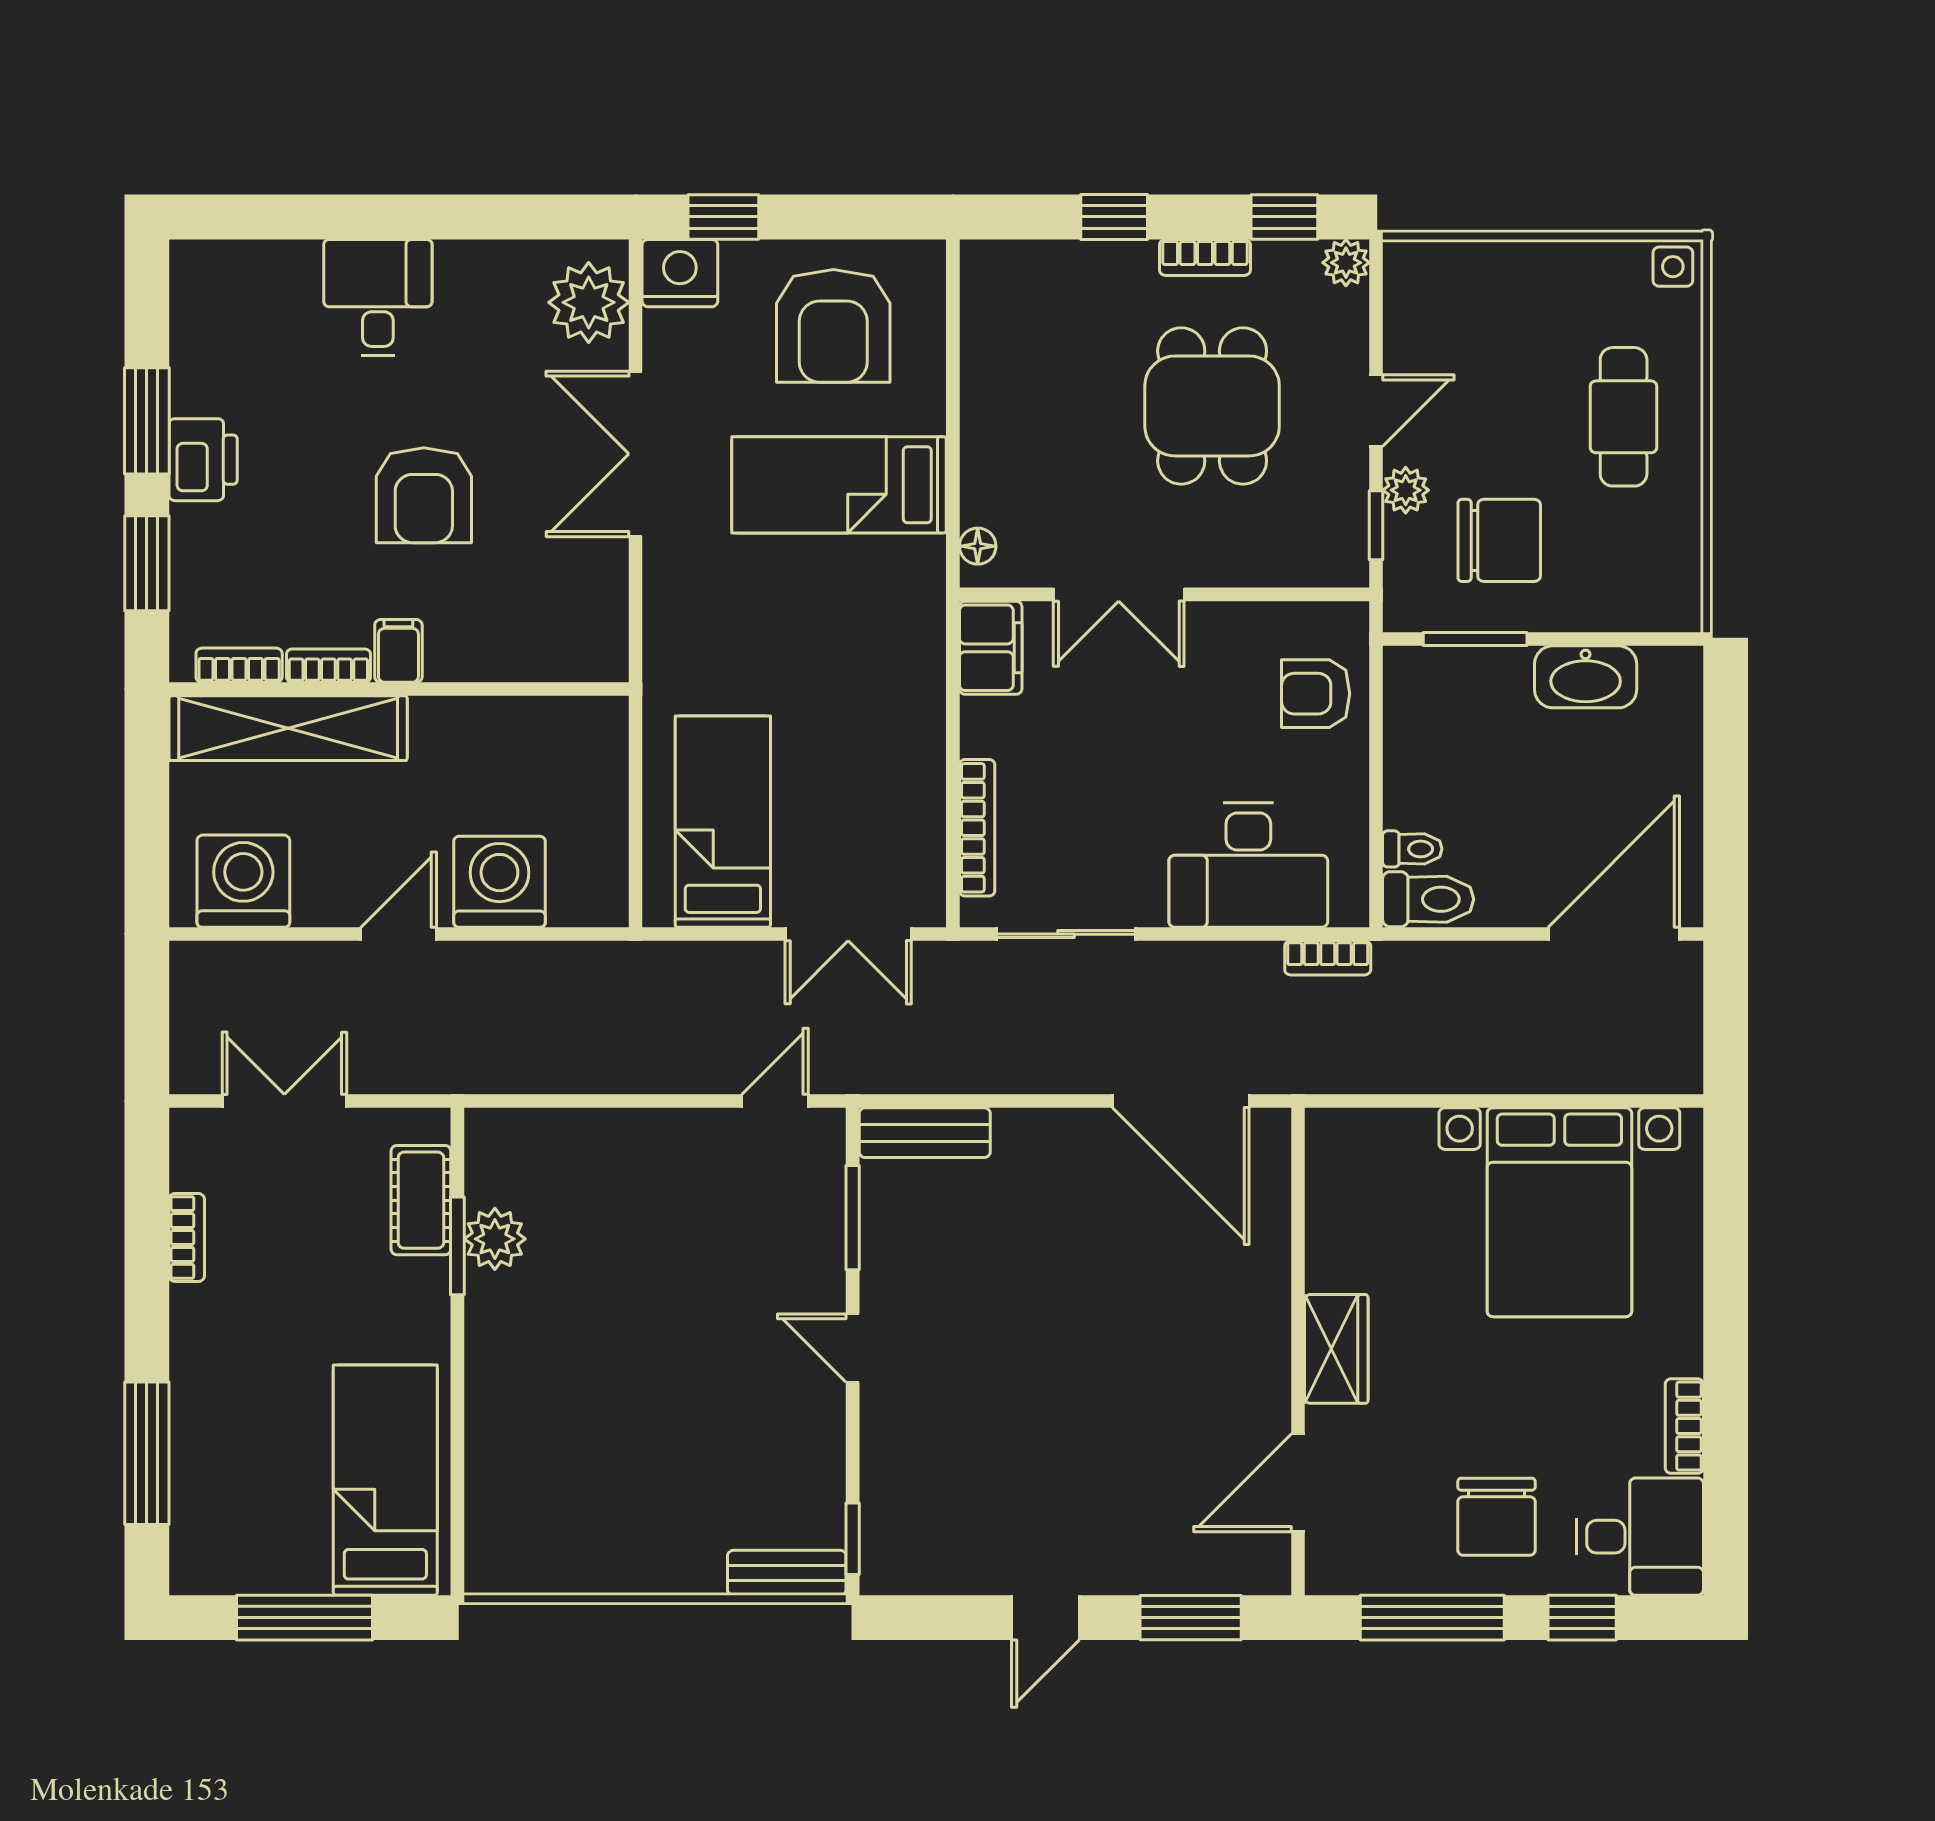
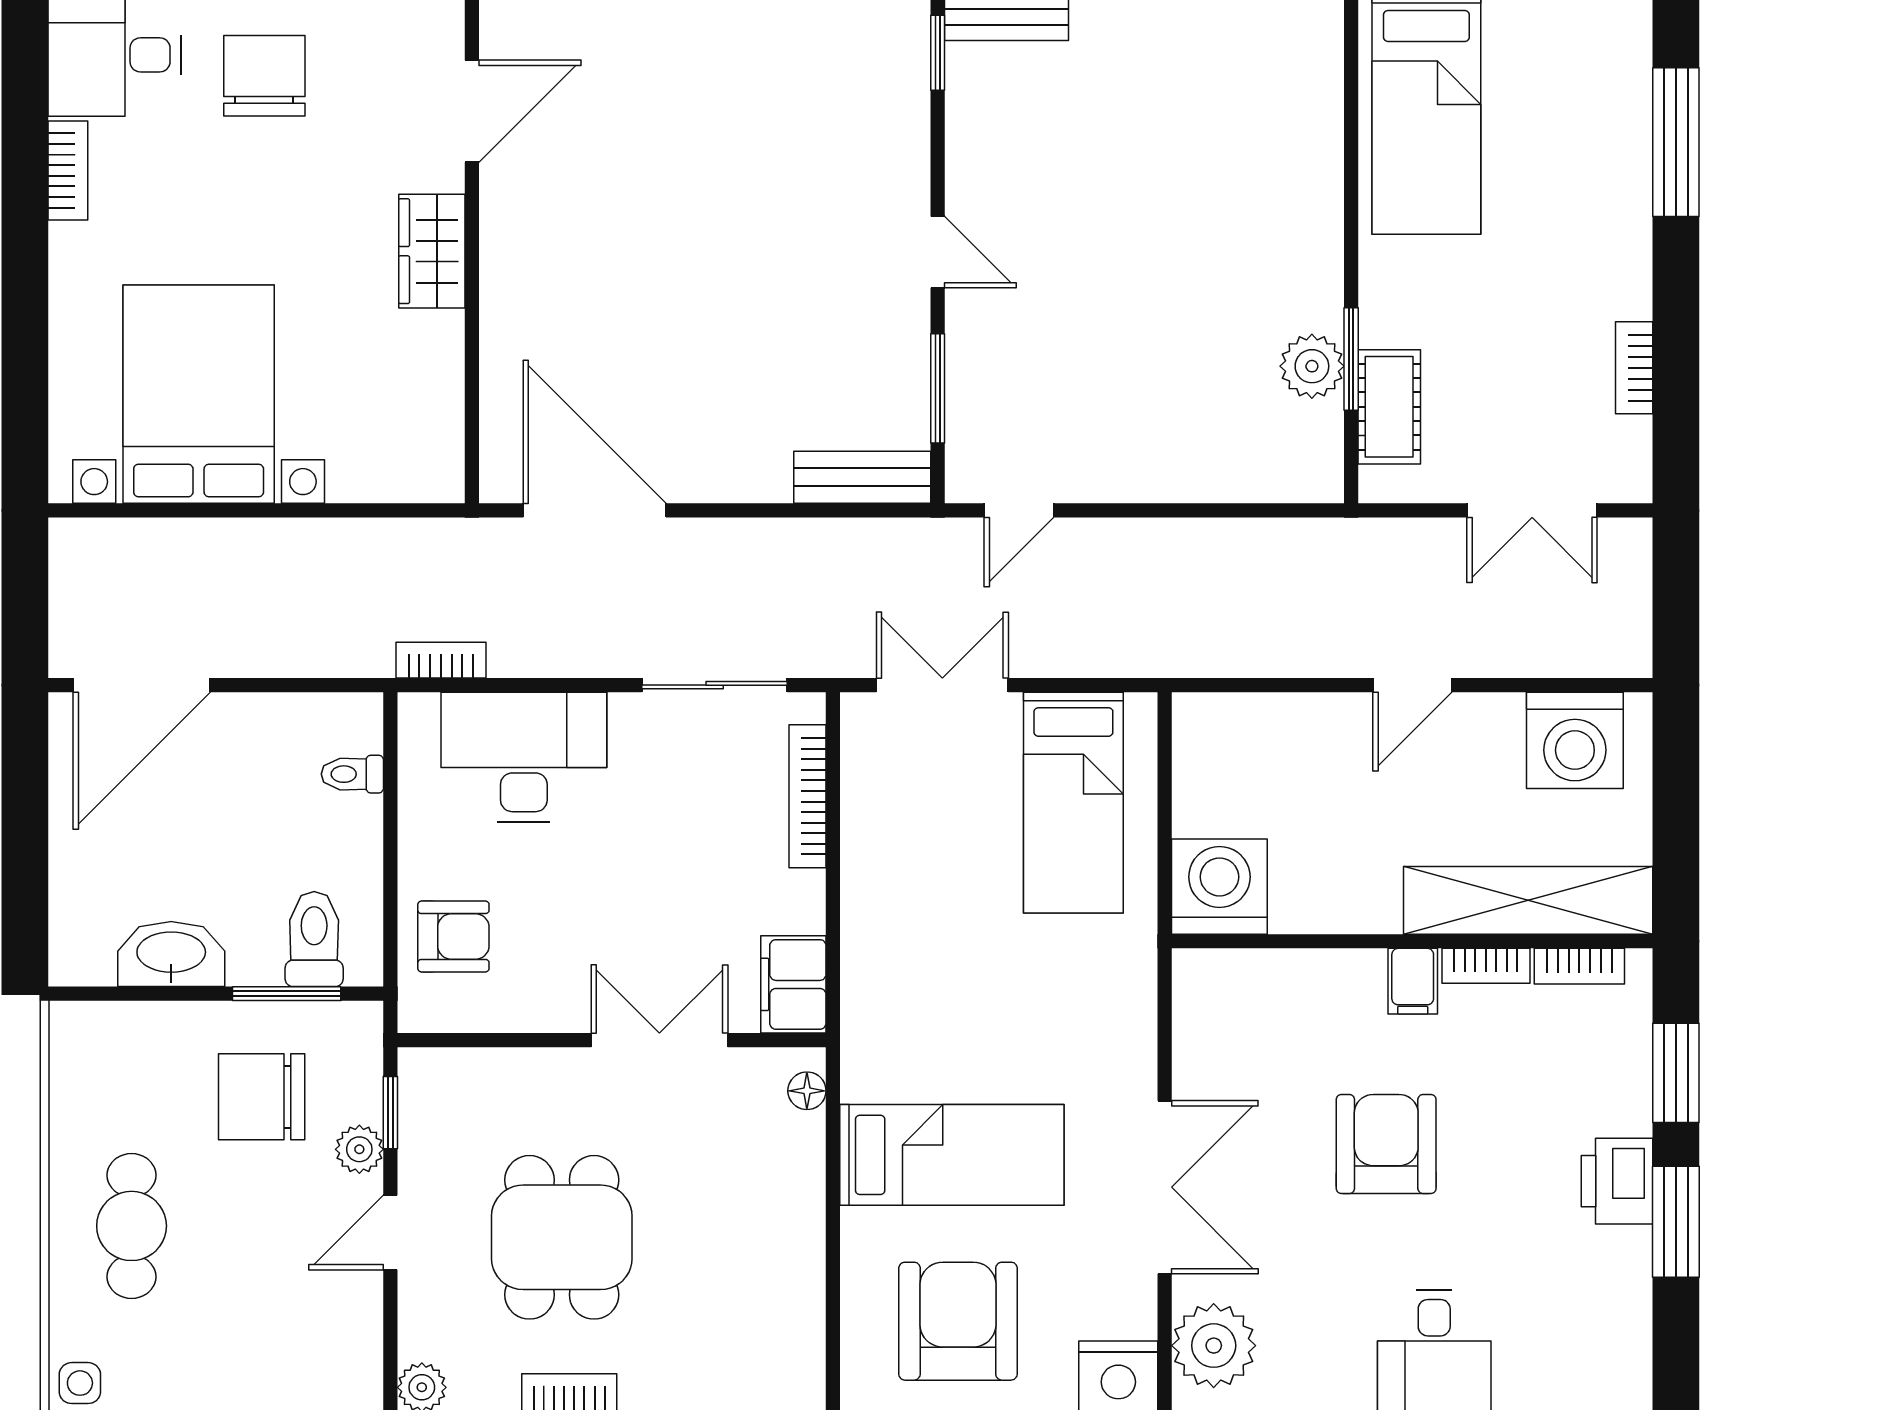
washing machine: (499, 882) -> (1219, 887), moved, turned 180
toilet: (1428, 899) -> (314, 939), moved, turned 90

